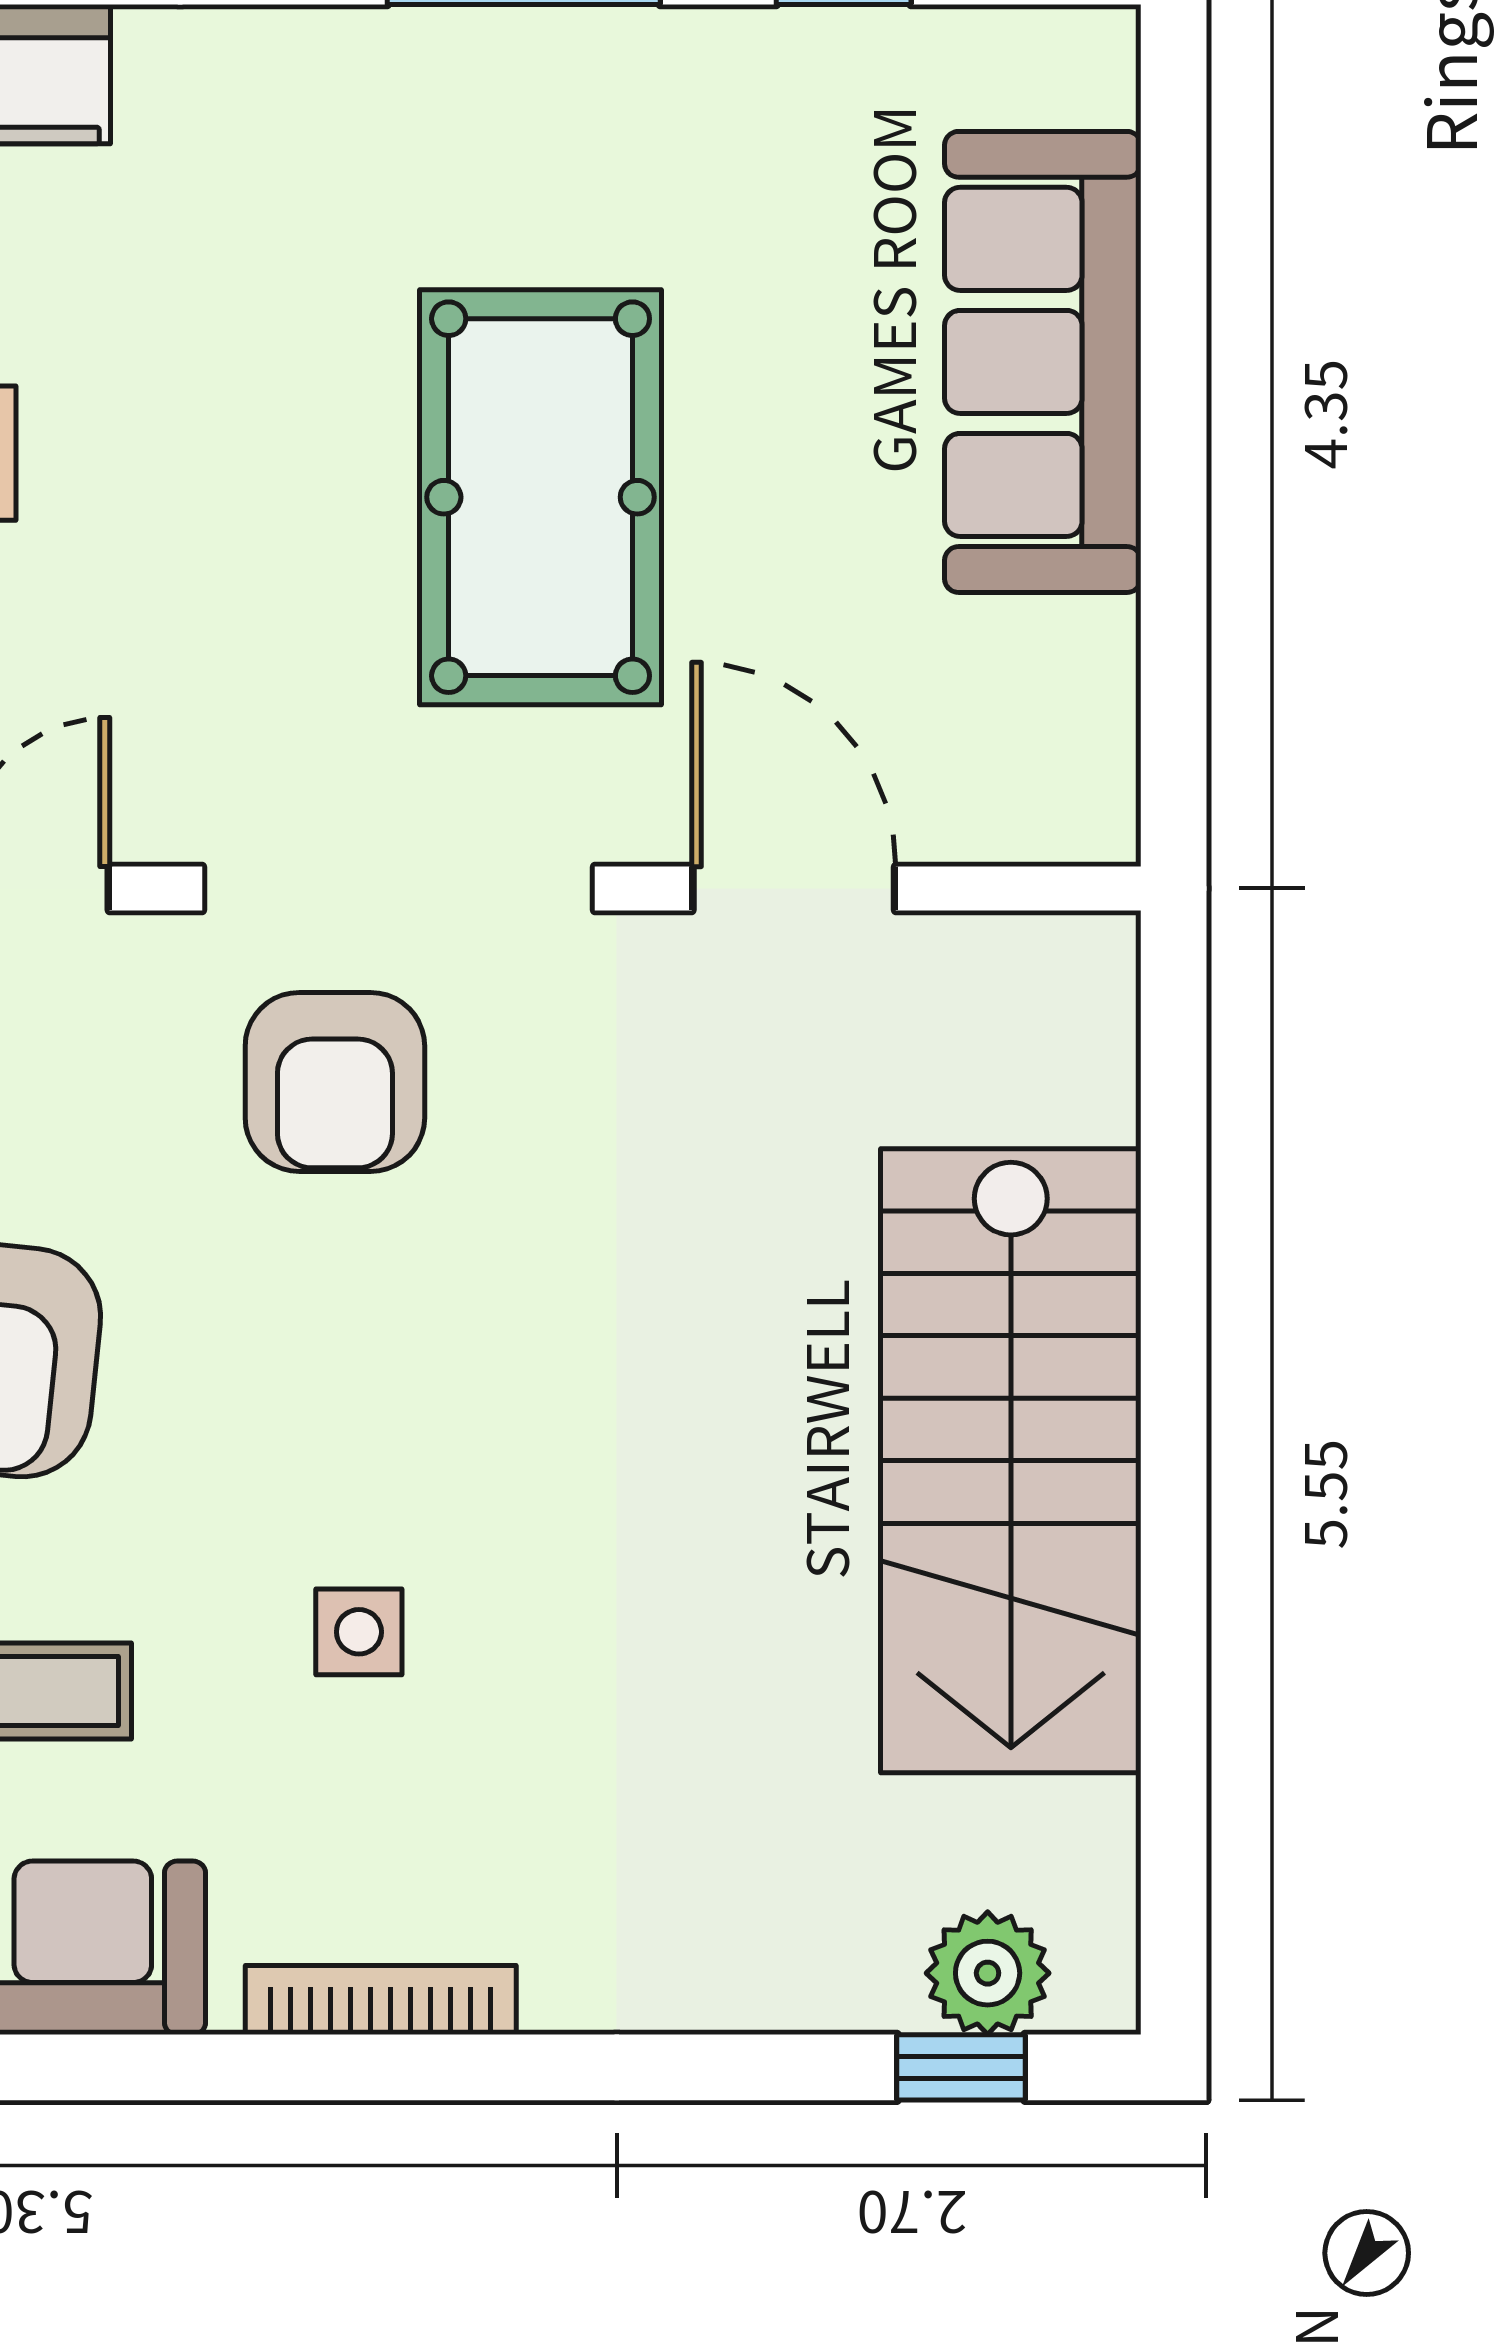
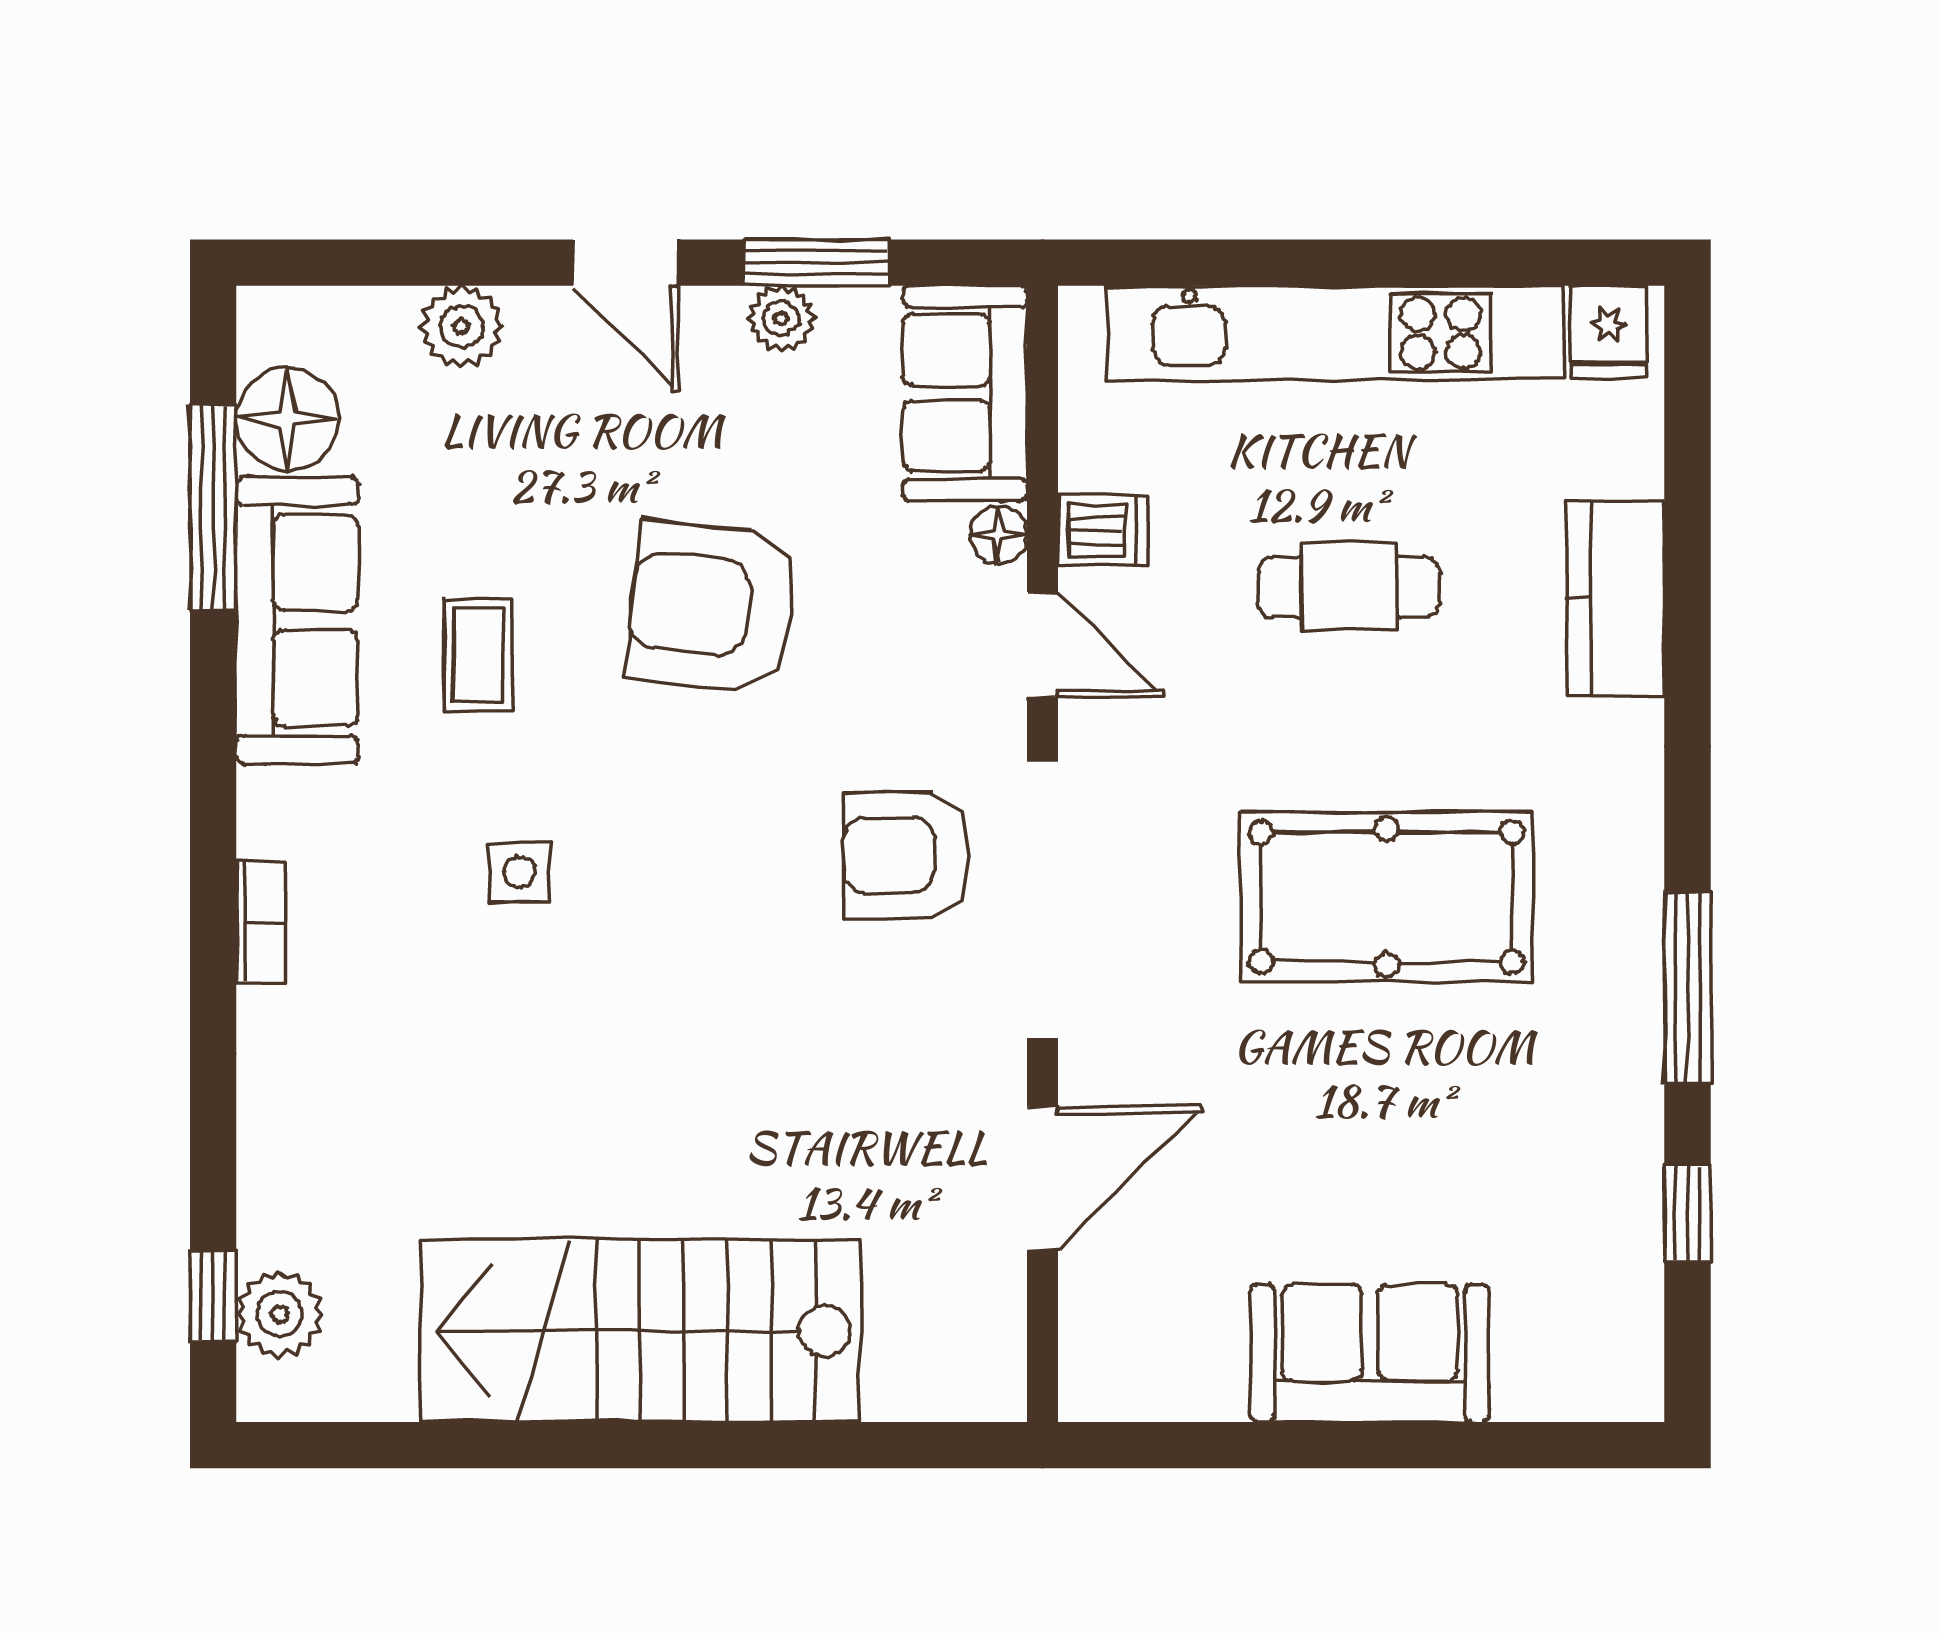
sofa: (1043, 362) -> (1370, 1353), width x0.73
pool table: (541, 497) -> (1387, 897), moved
bookcase: (381, 2000) -> (261, 922), width x0.64

